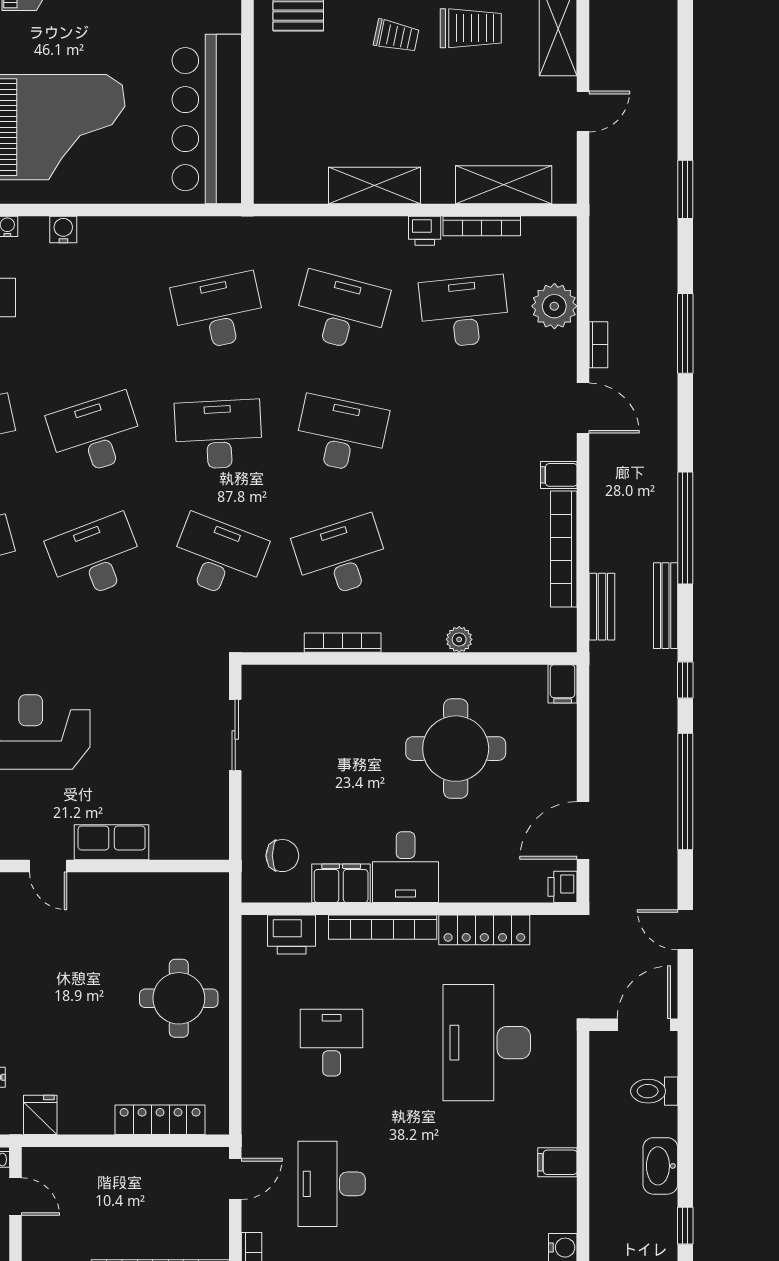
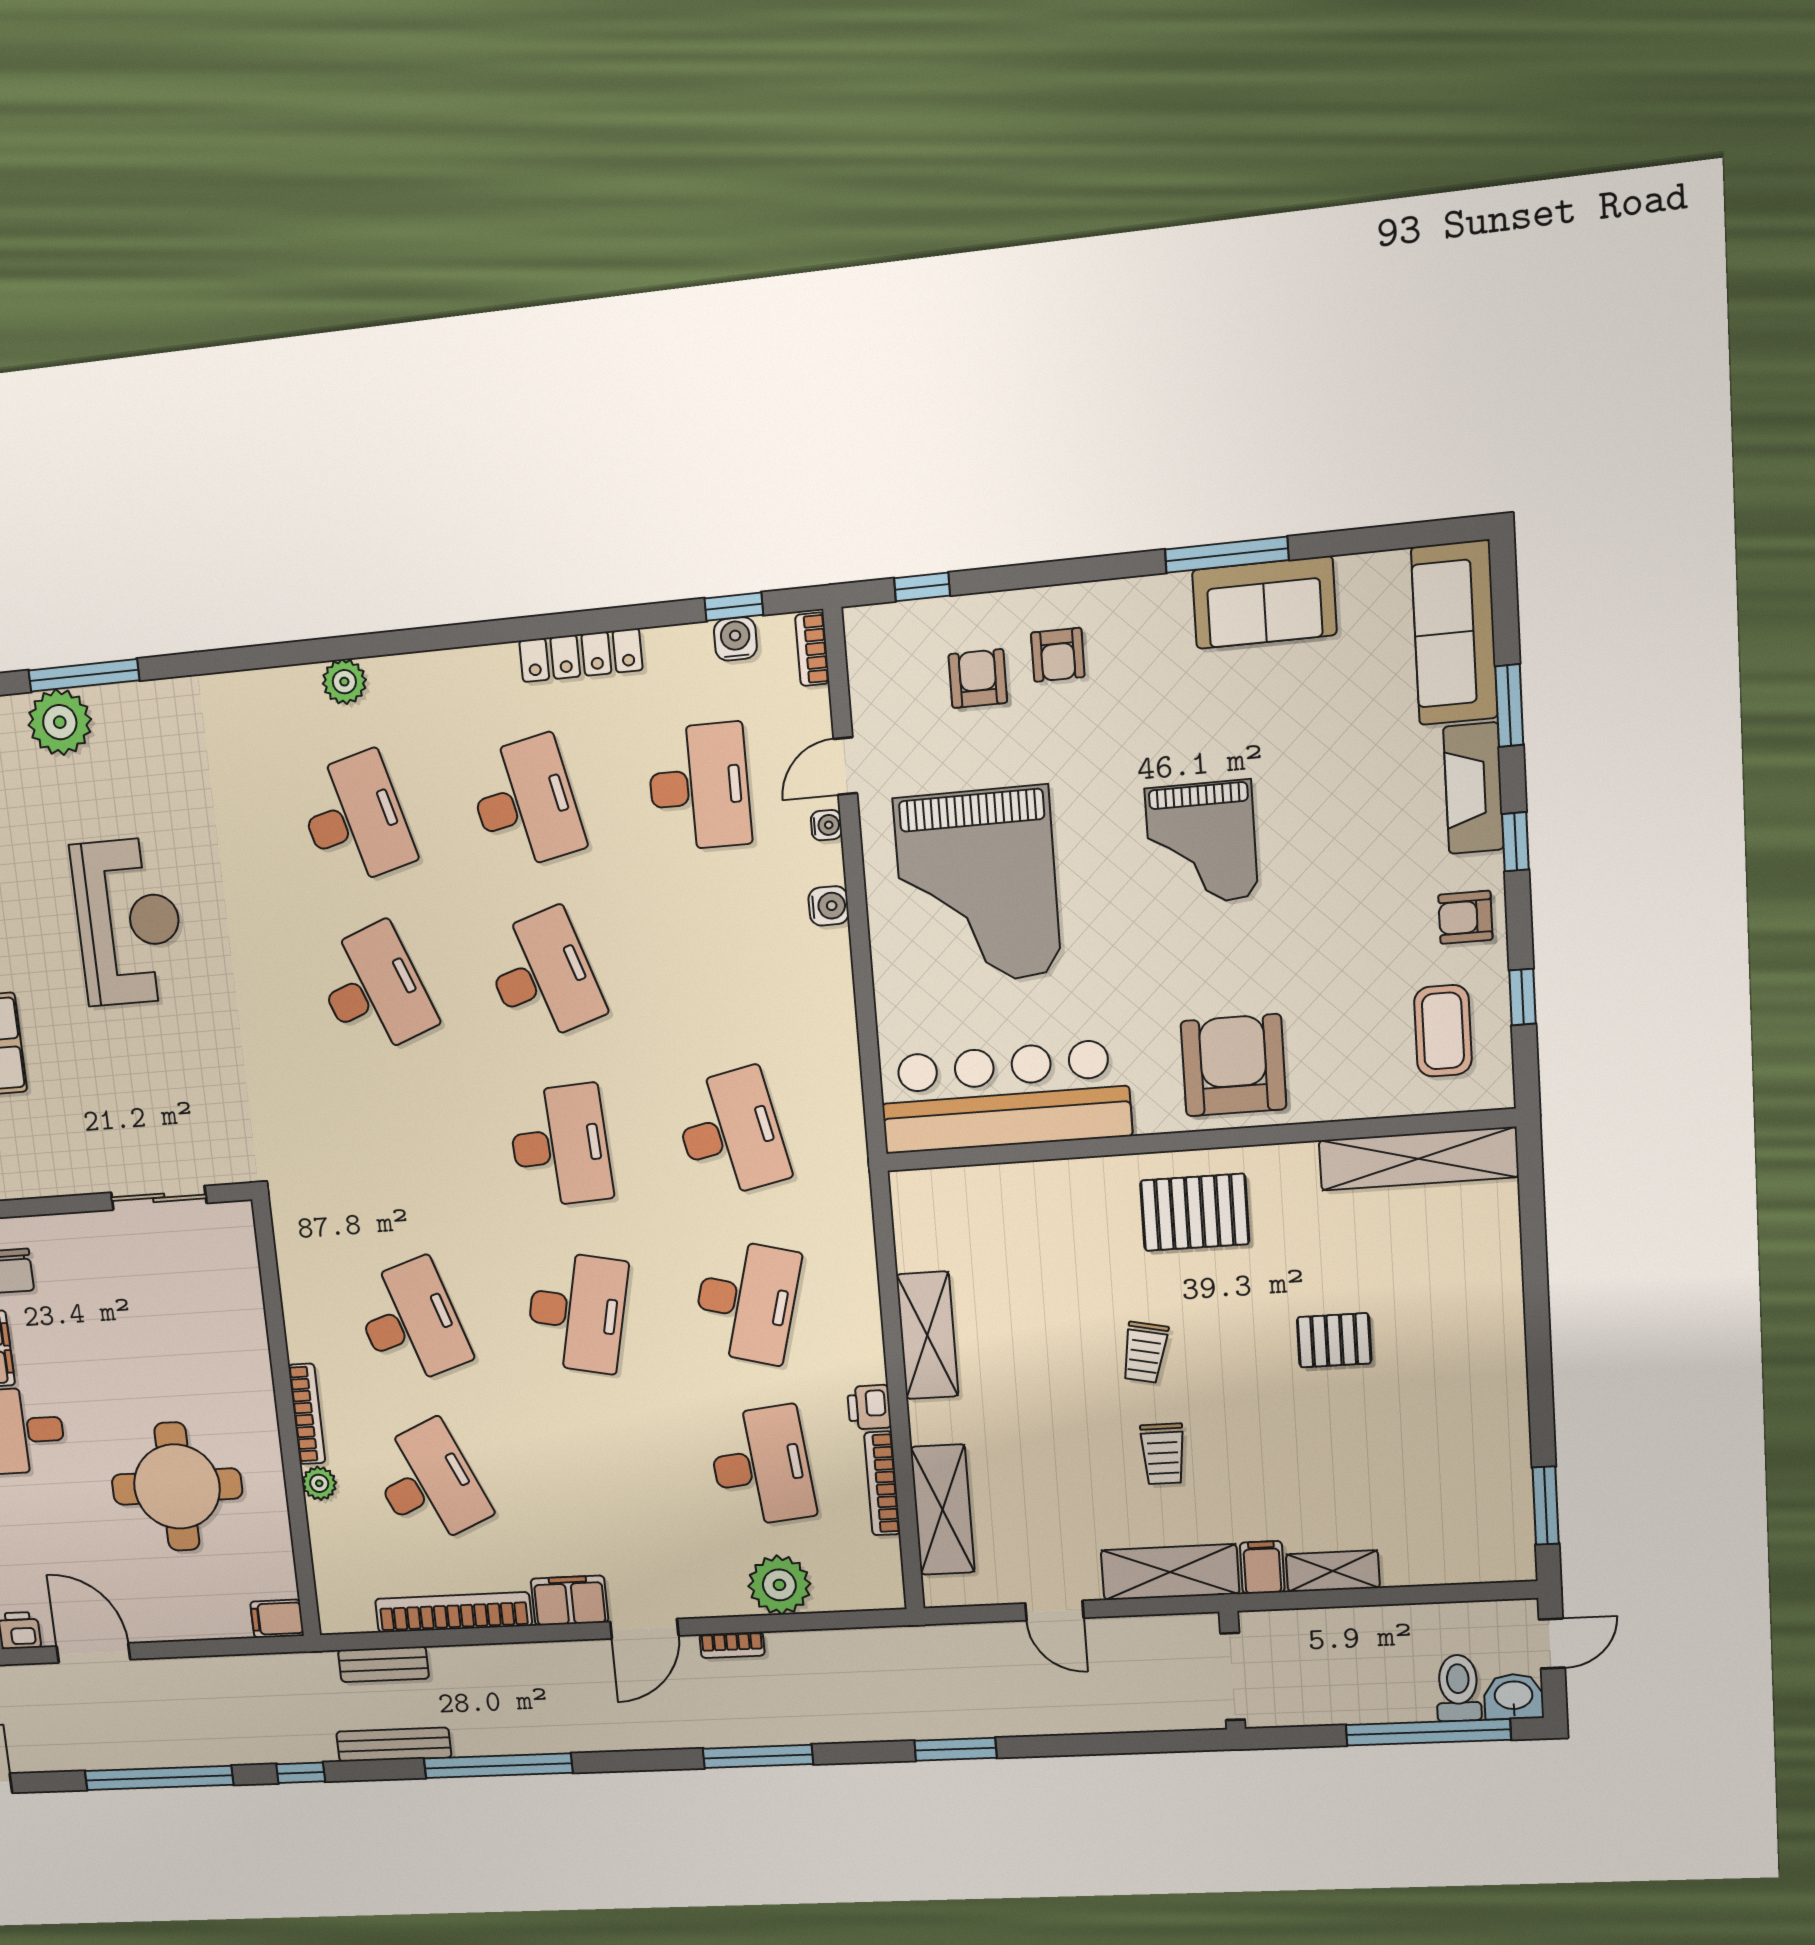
trolley: (471, 28) -> (1163, 1454), width x0.73, depth x0.72
filing cabinet: (559, 475) -> (569, 1600), width x2.00
desk: (218, 557) -> (429, 1484), moved, turned -45
bookcase: (343, 643) -> (307, 1414), moved

